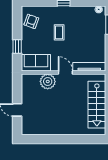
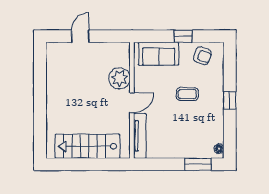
window: (17, 47) -> (183, 36), moved
sofa: (36, 63) -> (159, 54), moved, turned 90

